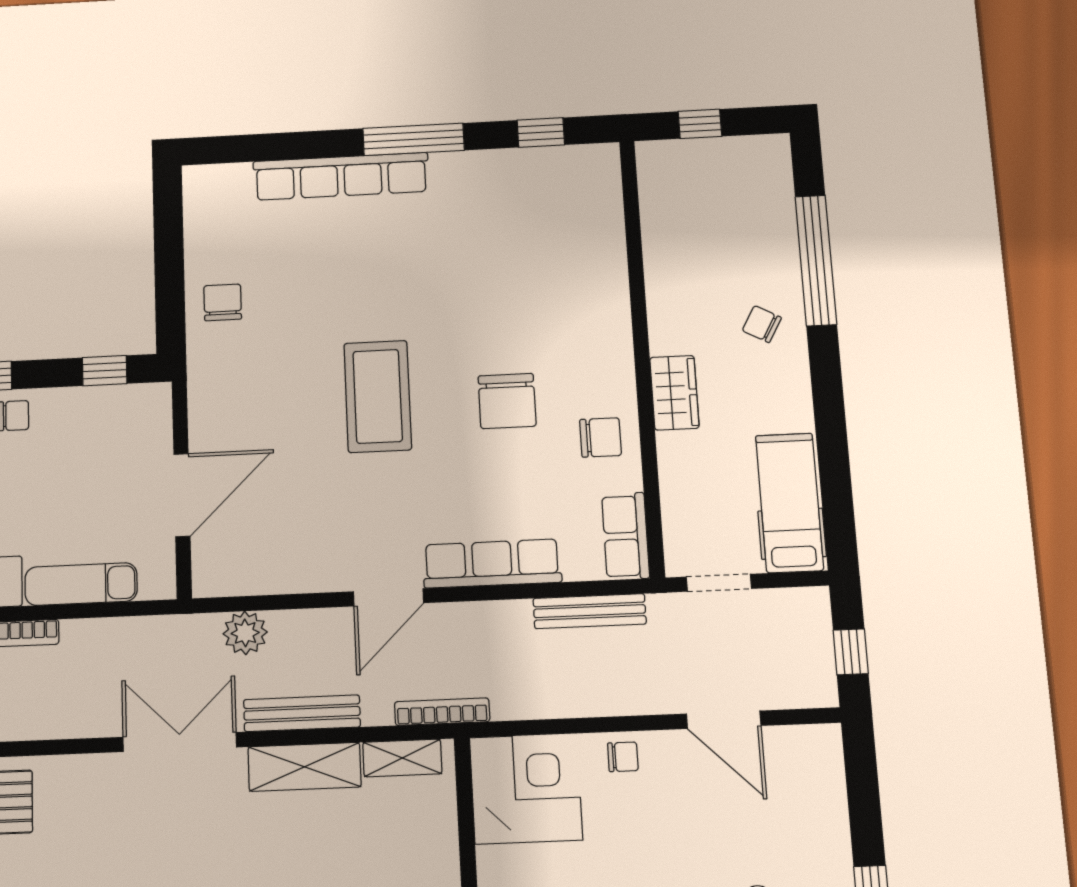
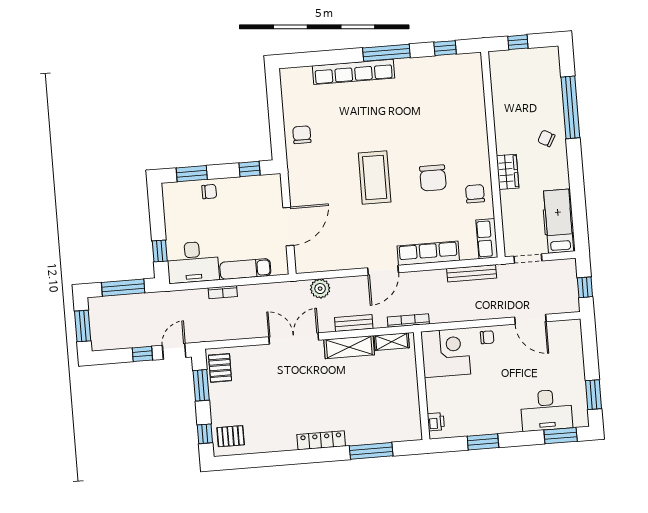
chair: (601, 437) -> (475, 194), turned -90
bench: (302, 713) -> (354, 323), width x0.73

